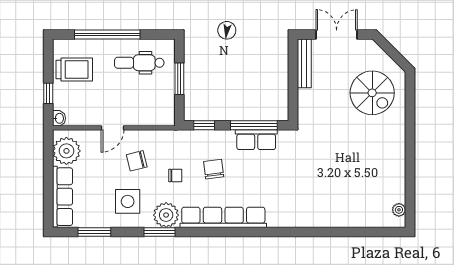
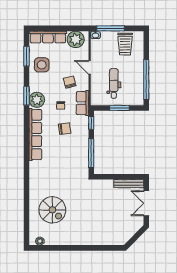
window: (107, 34) -> (146, 79), moved
double door: (337, 34) -> (146, 203), swing flipped
dental chair: (139, 63) -> (114, 83), moved
window: (48, 93) -> (111, 28), width x2.17
spiral stairs: (372, 93) -> (52, 210), moved, turned -90
row of seats: (256, 140) -> (82, 103), moved
side table: (128, 201) -> (42, 65), moved

